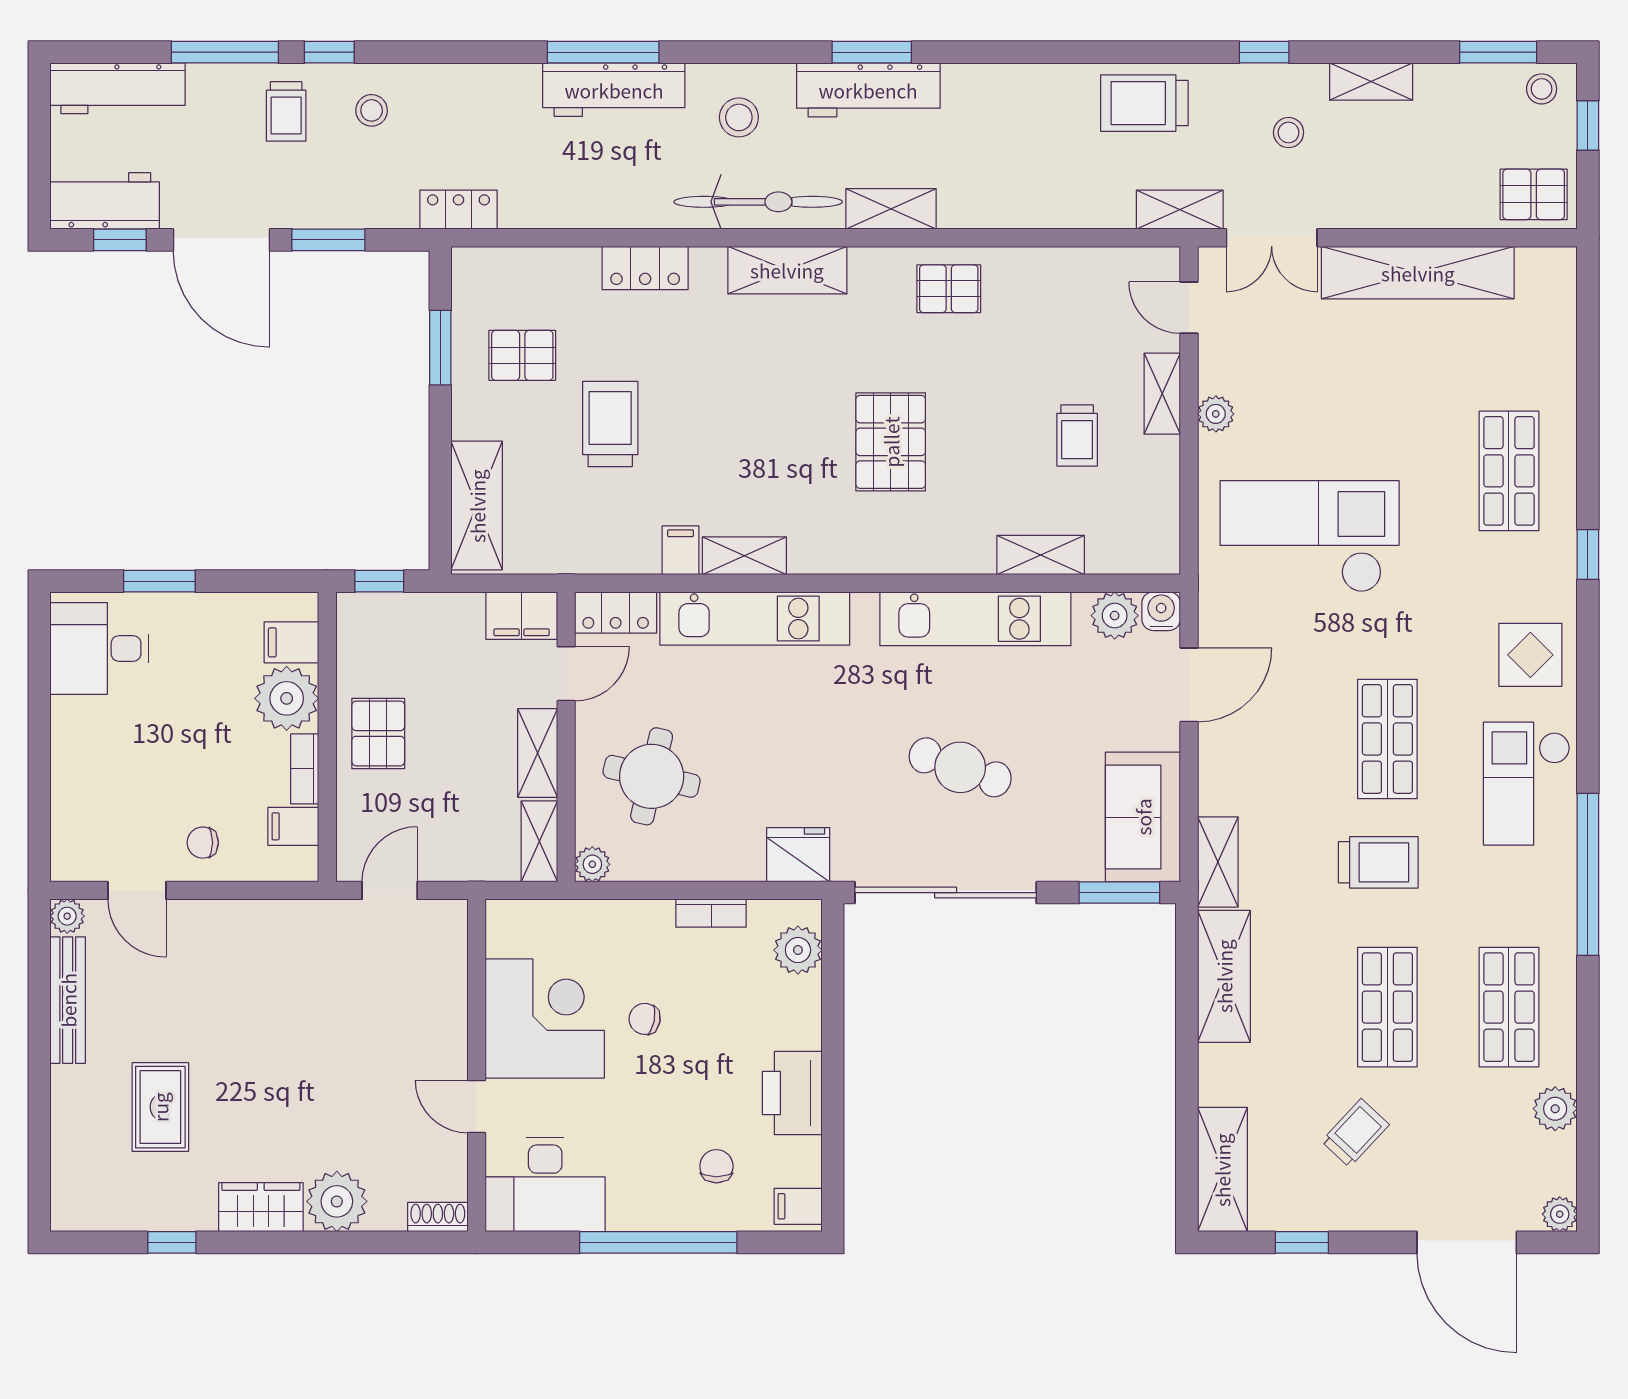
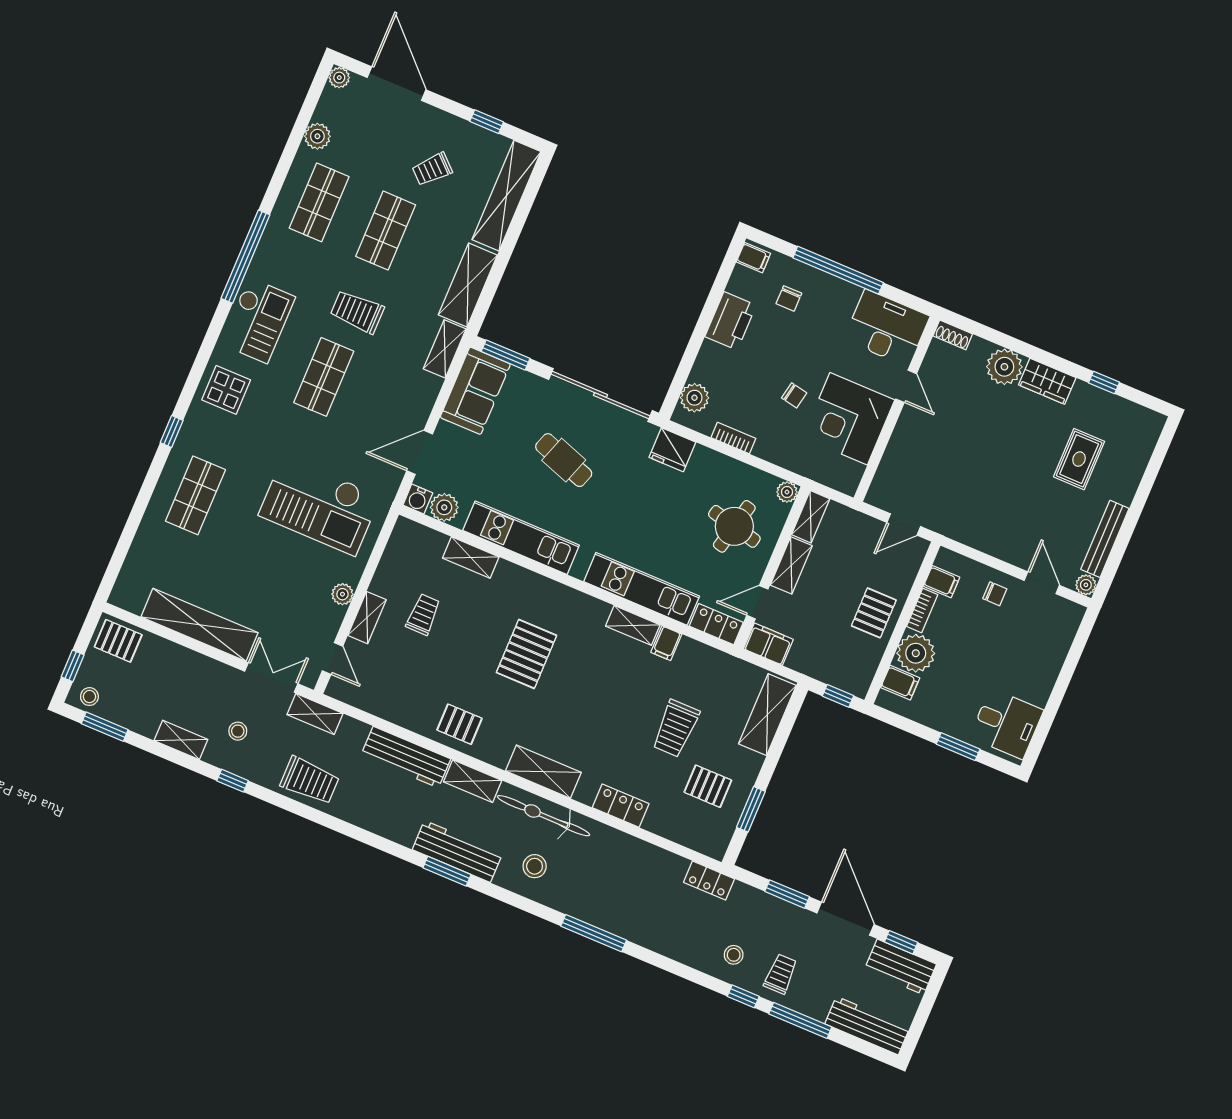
workbench: (614, 90) -> (406, 757), moved, turned 180
shelving: (1222, 1170) -> (507, 196), width x1.47

